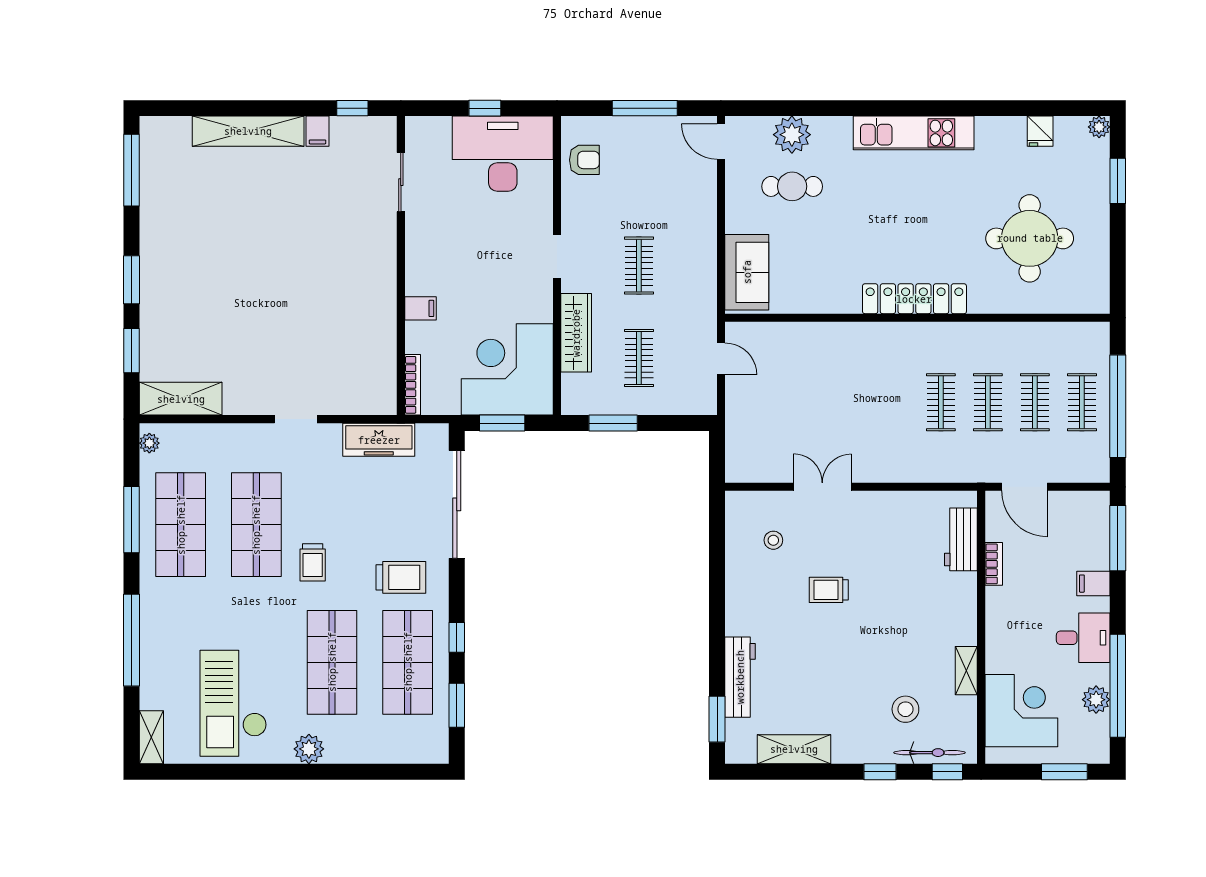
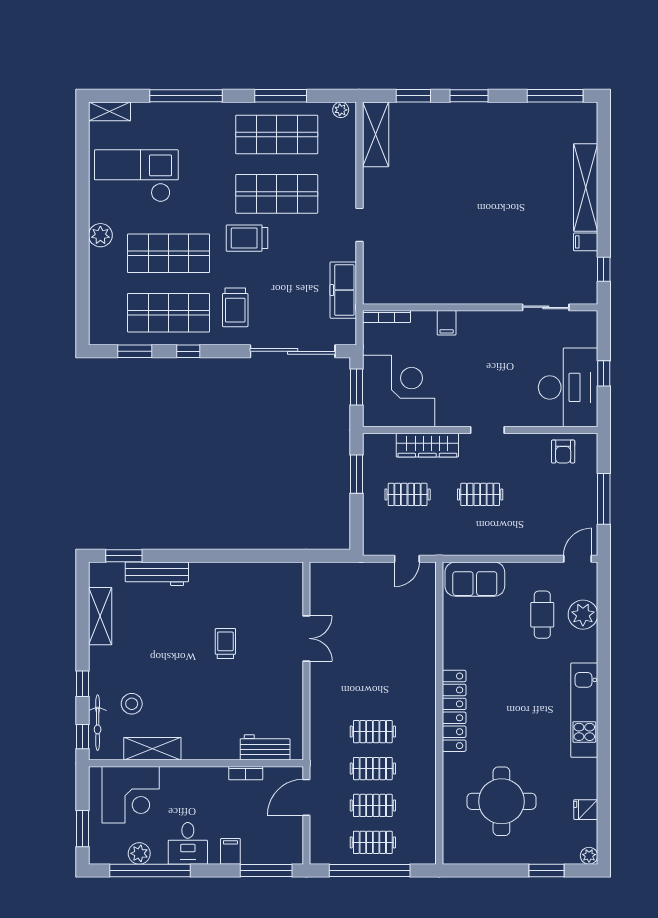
stool: (773, 540) -> (264, 600), removed
trolley: (313, 562) -> (247, 238), width x1.36, depth x1.39
shelving: (966, 671) -> (152, 749), width x1.50, depth x1.33

